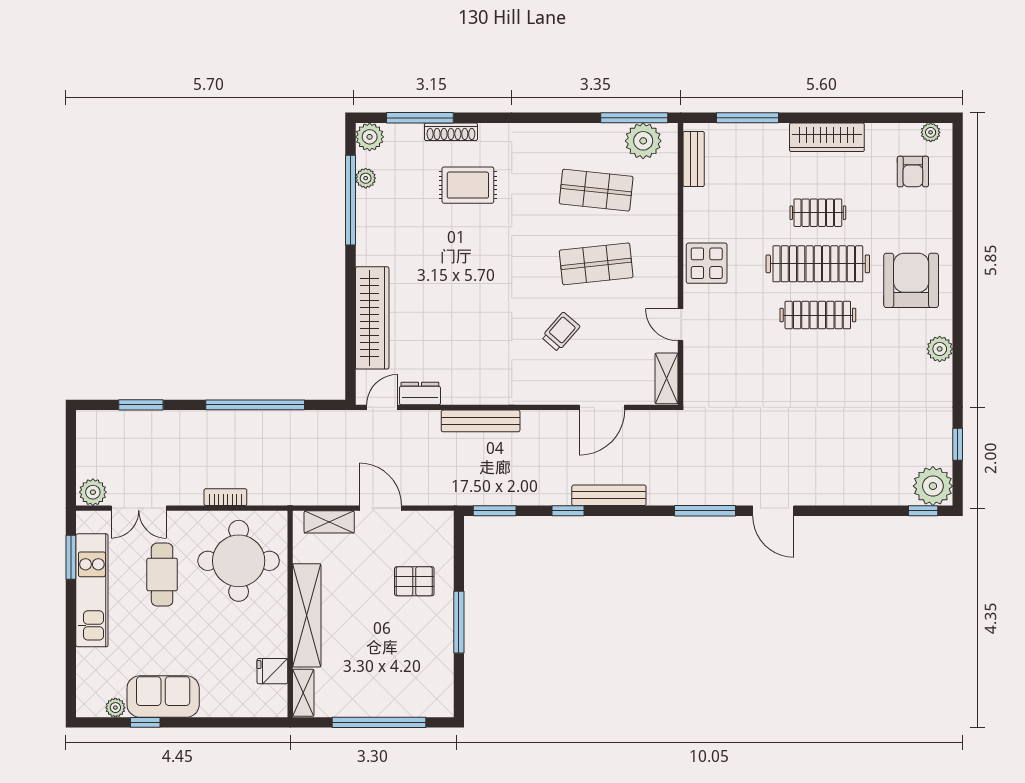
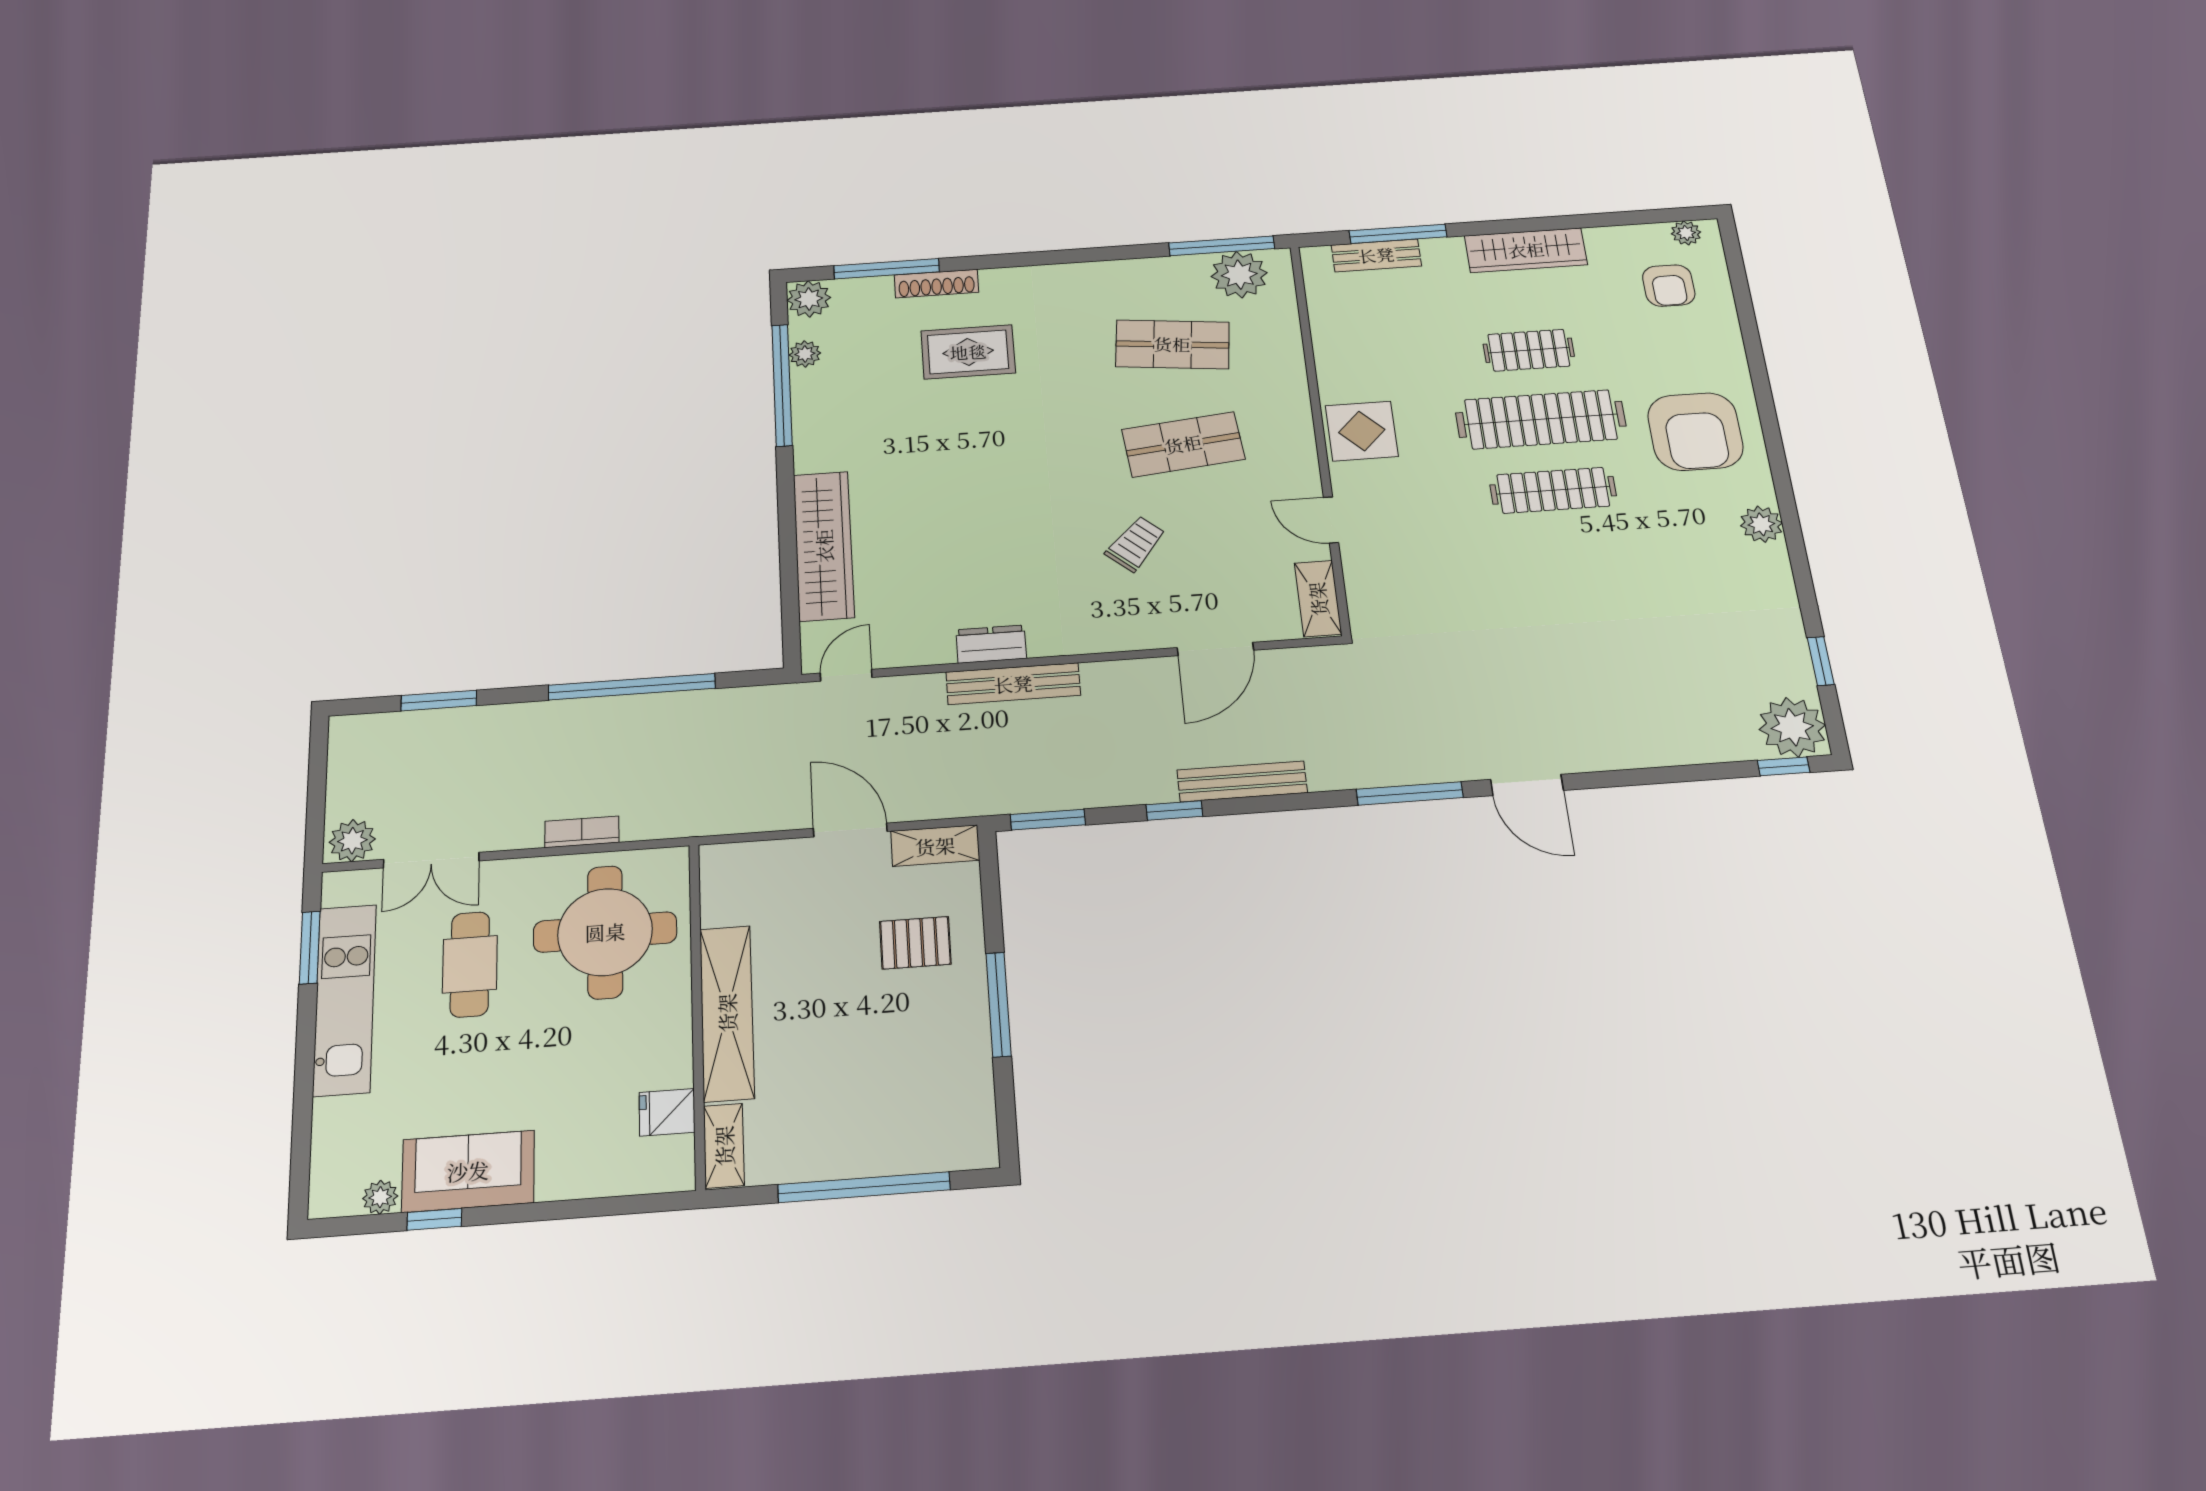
bench: (694, 159) -> (1376, 255), moved, turned 90
armchair: (911, 280) -> (1695, 432), turned 180
dresser: (420, 393) -> (991, 644), moved
shelving: (329, 522) -> (935, 846), moved

